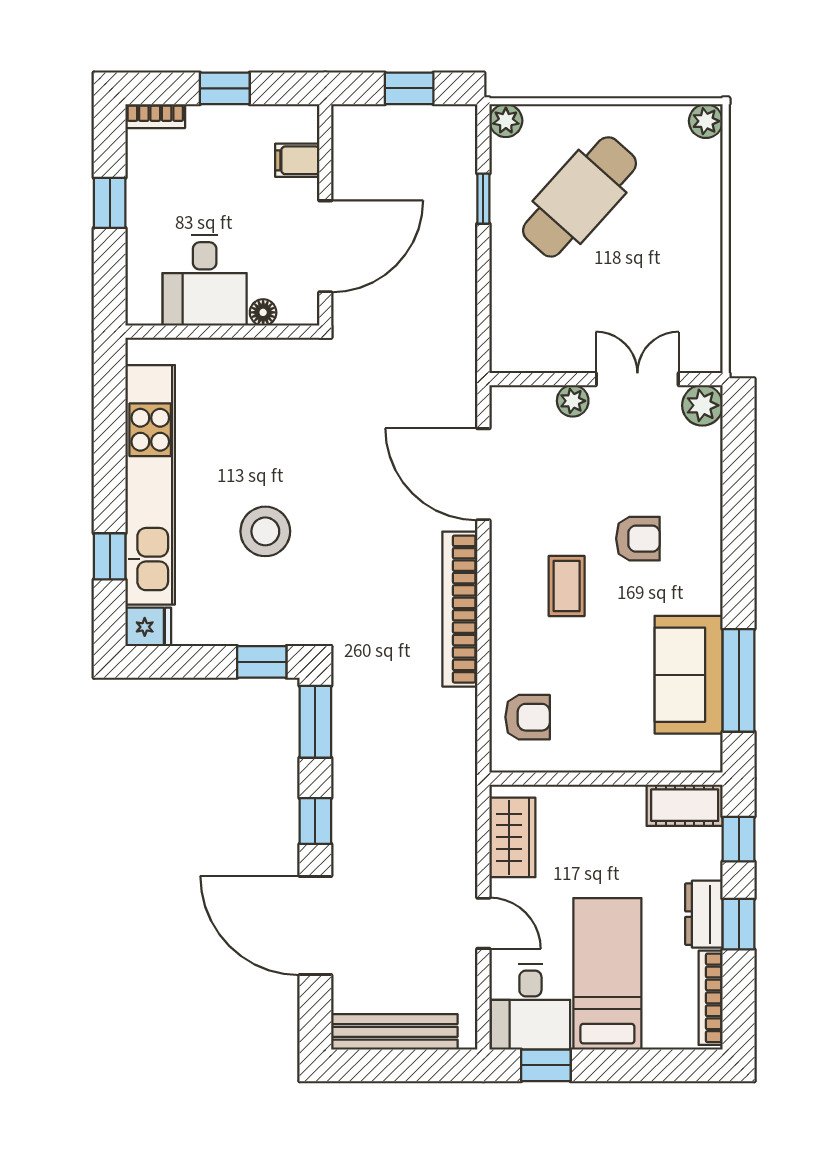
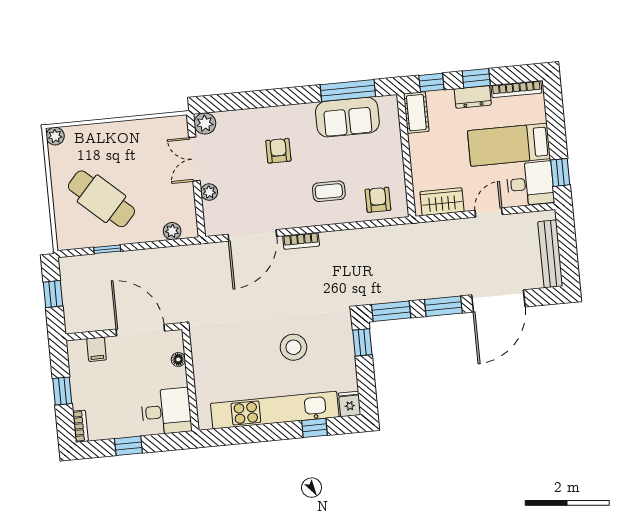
plant: (506, 121) -> (172, 231), moved
desk: (205, 280) -> (166, 411), moved
coffee table: (567, 586) -> (329, 191), moved
bookcase: (460, 609) -> (301, 241), width x0.43, depth x0.76
window: (315, 821) -> (443, 306), width x1.50

